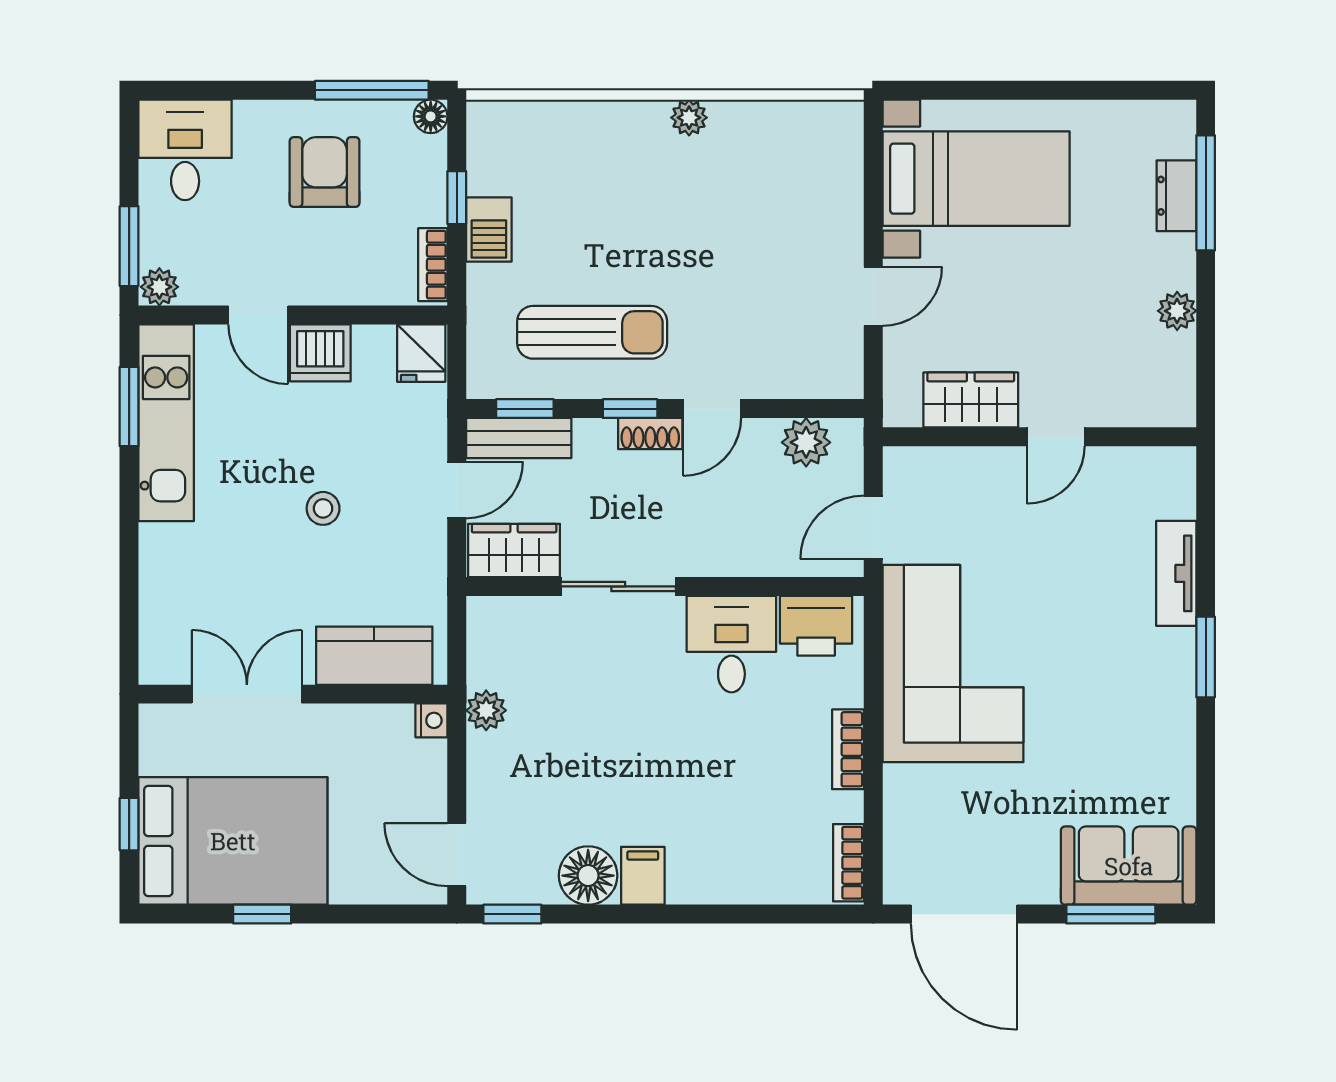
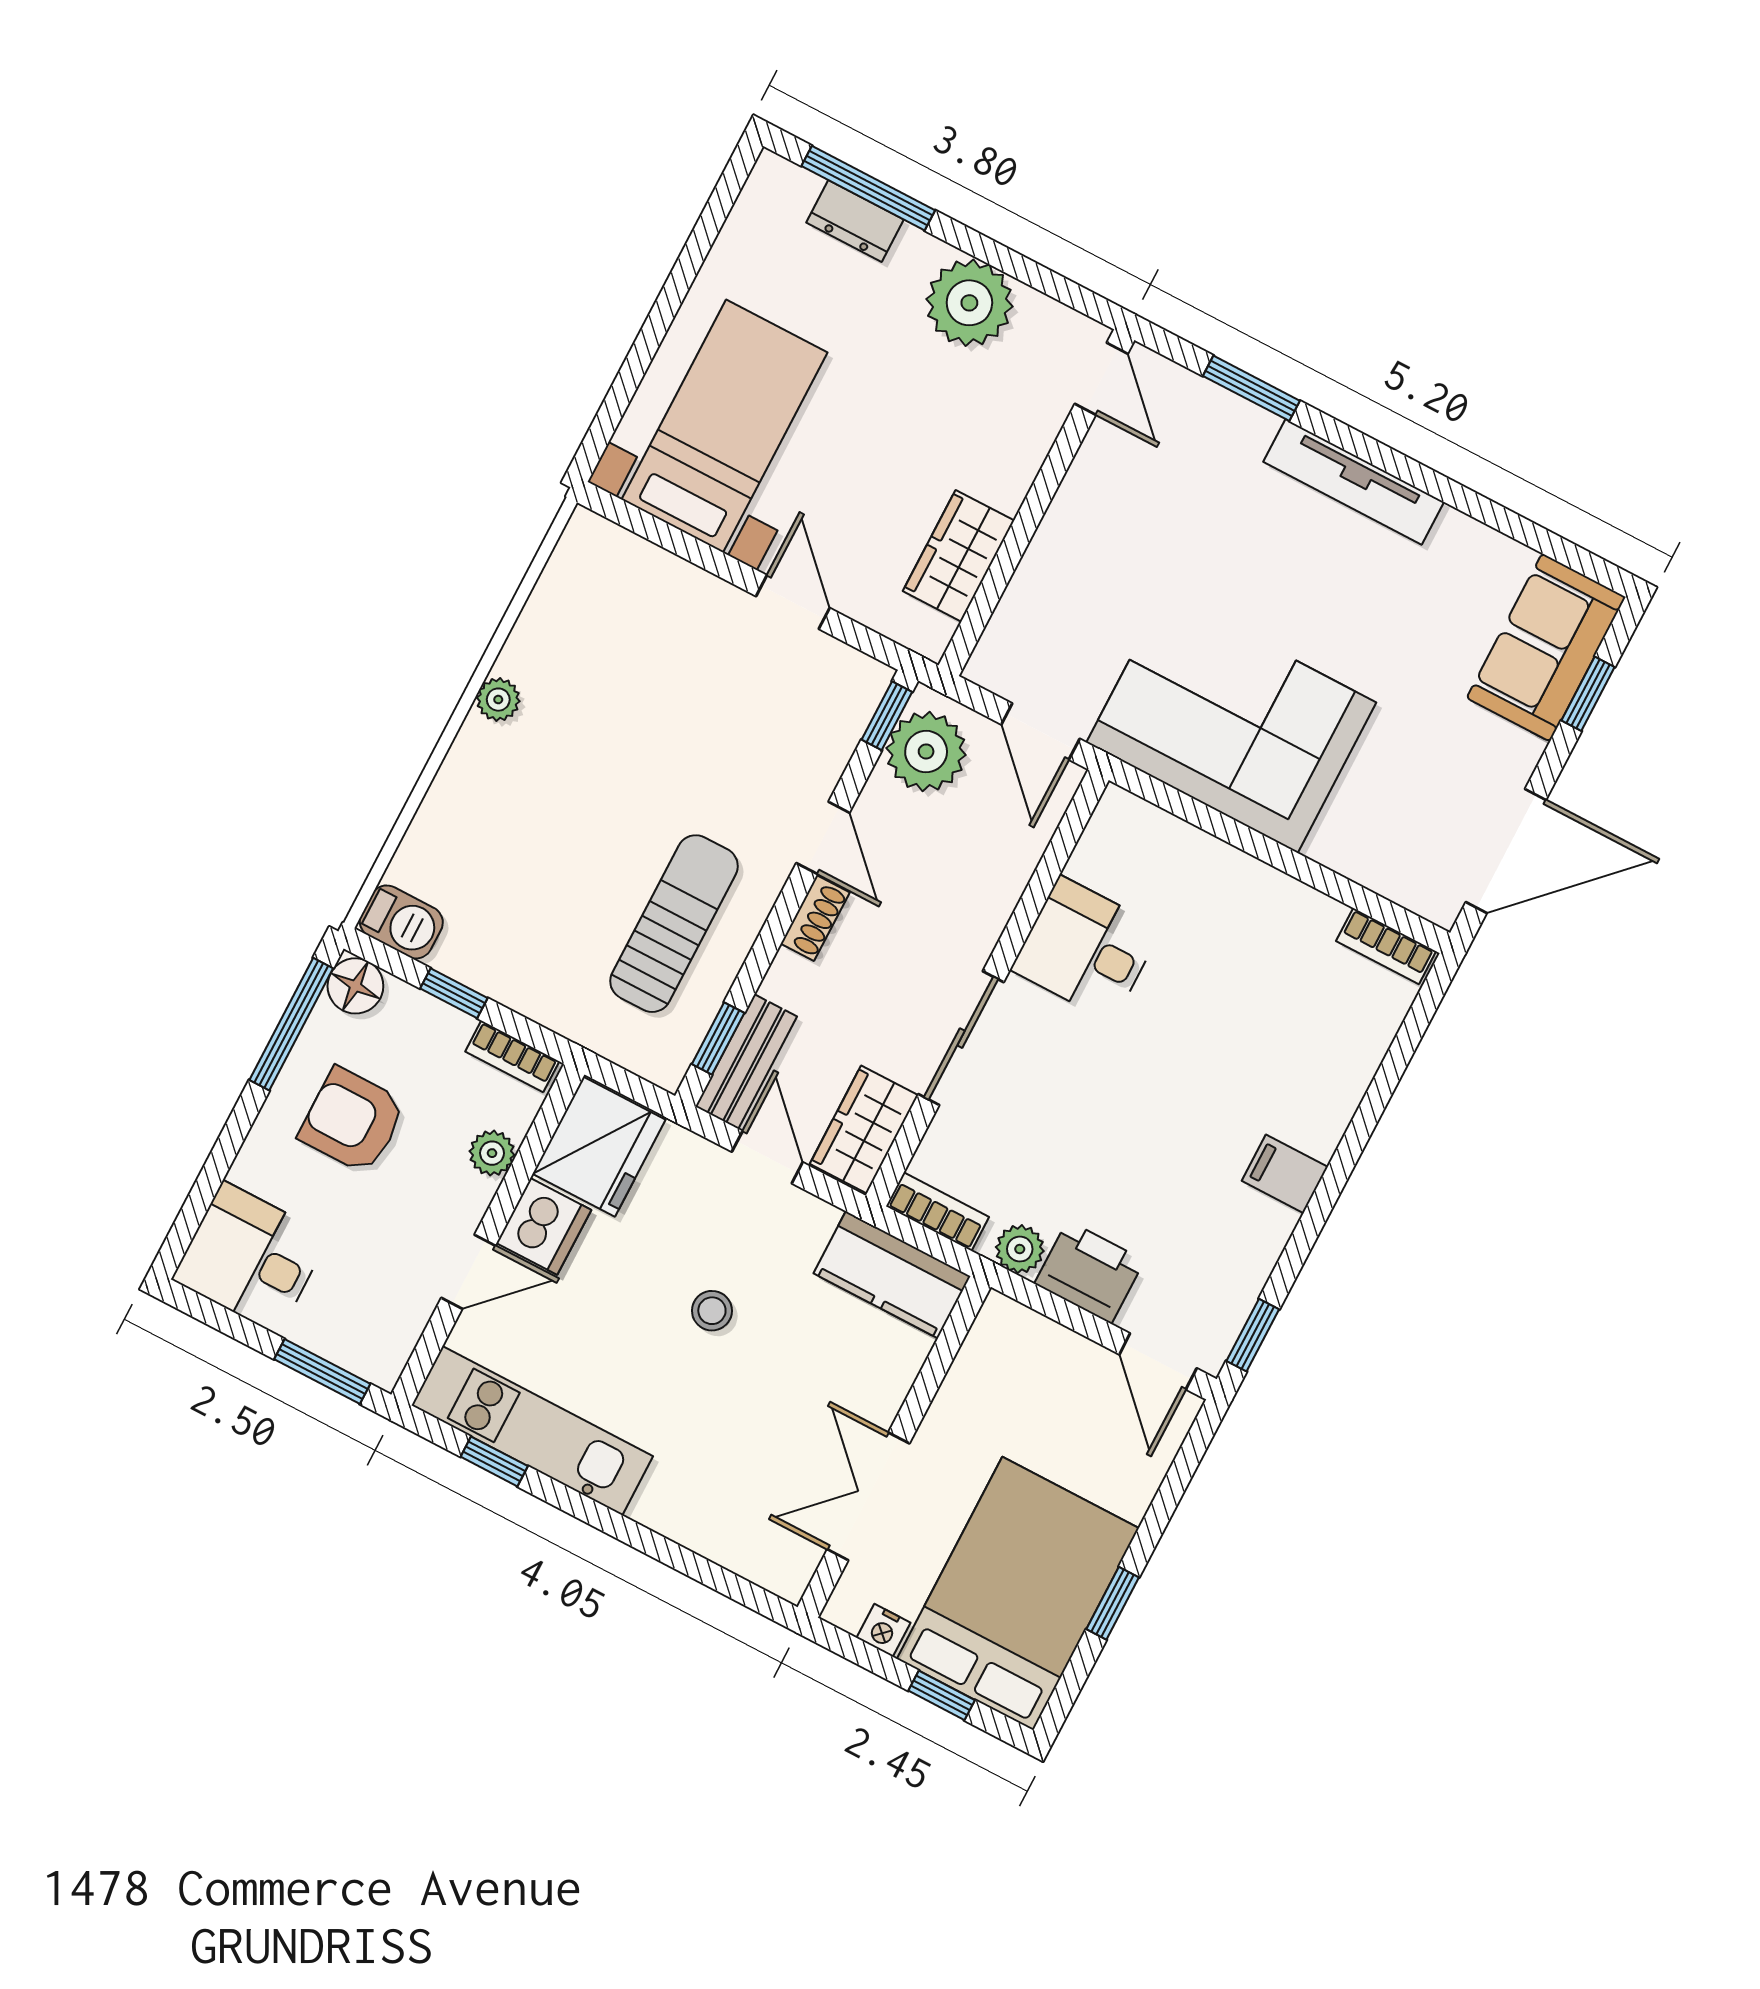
floor lamp: (431, 116) -> (355, 986), width x1.37, depth x1.37
barbecue: (489, 229) -> (401, 922), moved
plant: (159, 287) -> (492, 1153), moved
plant: (1177, 311) -> (969, 303), width x1.88, depth x1.88
fridge: (421, 353) -> (599, 1147), width x1.88, depth x1.34
window: (129, 407) -> (494, 1461), width x0.67
window: (630, 409) -> (887, 716), moved
door: (1056, 437) -> (1101, 379), moved
plant: (806, 442) -> (926, 752), width x1.36, depth x1.36
tv unit: (1176, 573) -> (1354, 482), moved, width x1.41
printer: (816, 626) -> (1089, 1272), moved, turned -90
kitchen counter: (374, 656) -> (892, 1275), moved, turned -90
window: (1206, 657) -> (1251, 388), moved
nightstand: (431, 720) -> (883, 1630), moved, turned 180
bookcase: (848, 749) -> (938, 1212), moved, turned 180
door: (457, 855) -> (1158, 1361), hinge flipped
floor lamp: (588, 876) -> (1254, 1232), removed
window: (1111, 914) -> (1588, 694), width x0.67

